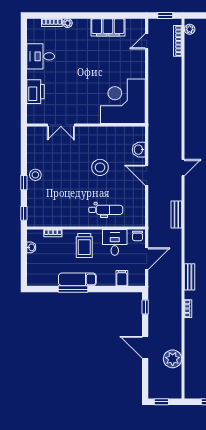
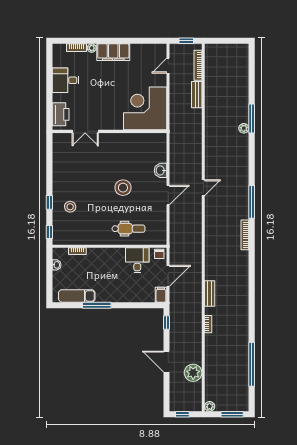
filing cabinet: (108, 27) -> (113, 52), moved
plant: (190, 29) -> (210, 406), moved
corner desk: (123, 101) -> (145, 108), moved
double door: (61, 125) -> (85, 131), moved
wall: (86, 125) -> (109, 131), moved
stool: (35, 175) -> (70, 207), moved
door: (147, 175) -> (168, 195), swing flipped
bench: (176, 214) -> (197, 95), moved
trolley: (84, 245) -> (108, 263), removed
filing cabinet: (122, 278) -> (161, 295), moved
exam couch: (77, 279) -> (77, 296), moved

